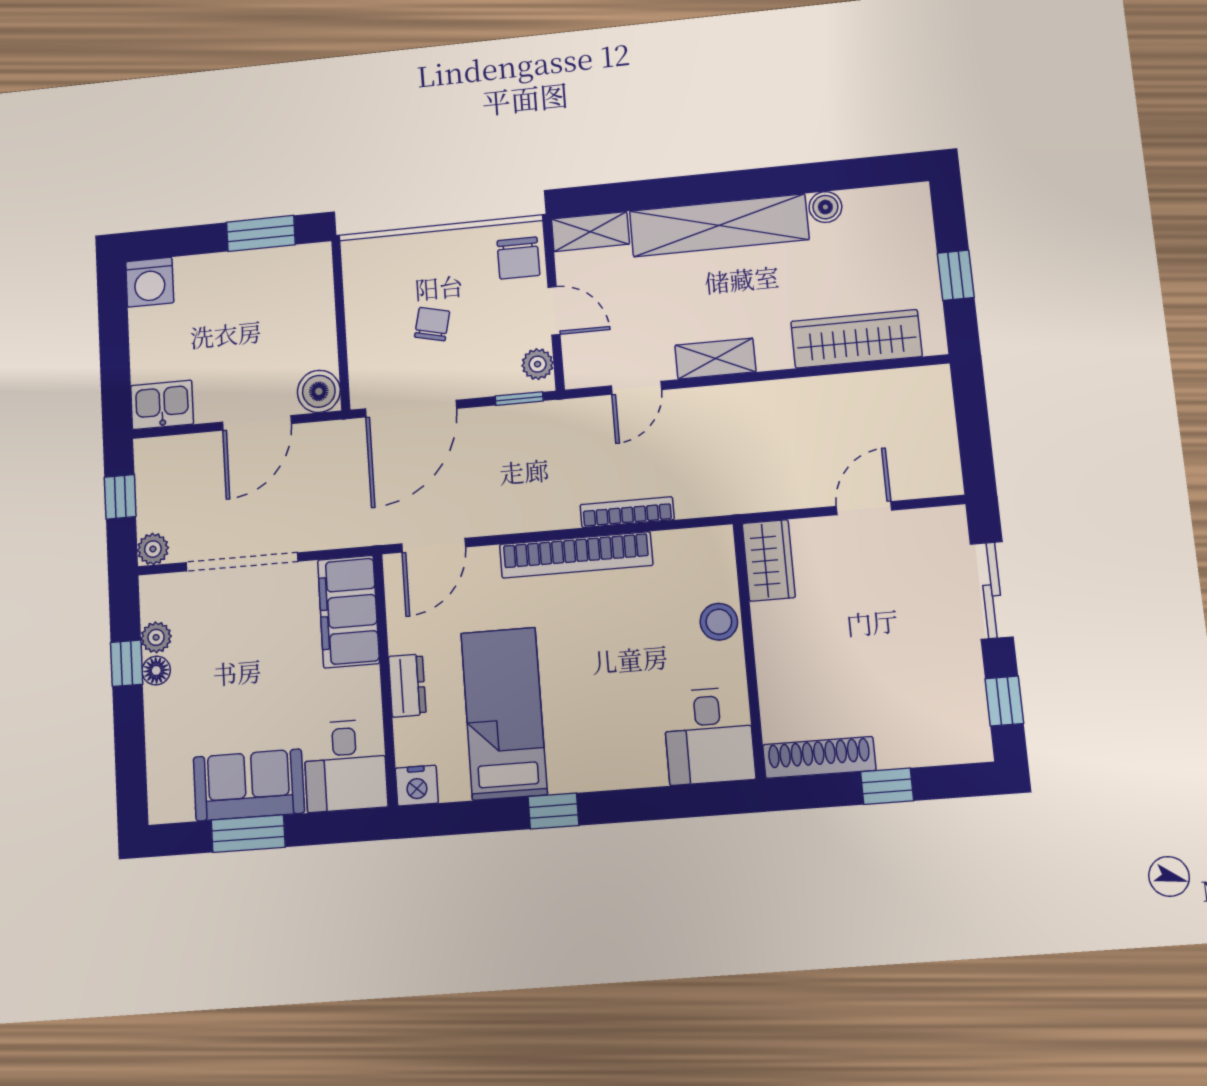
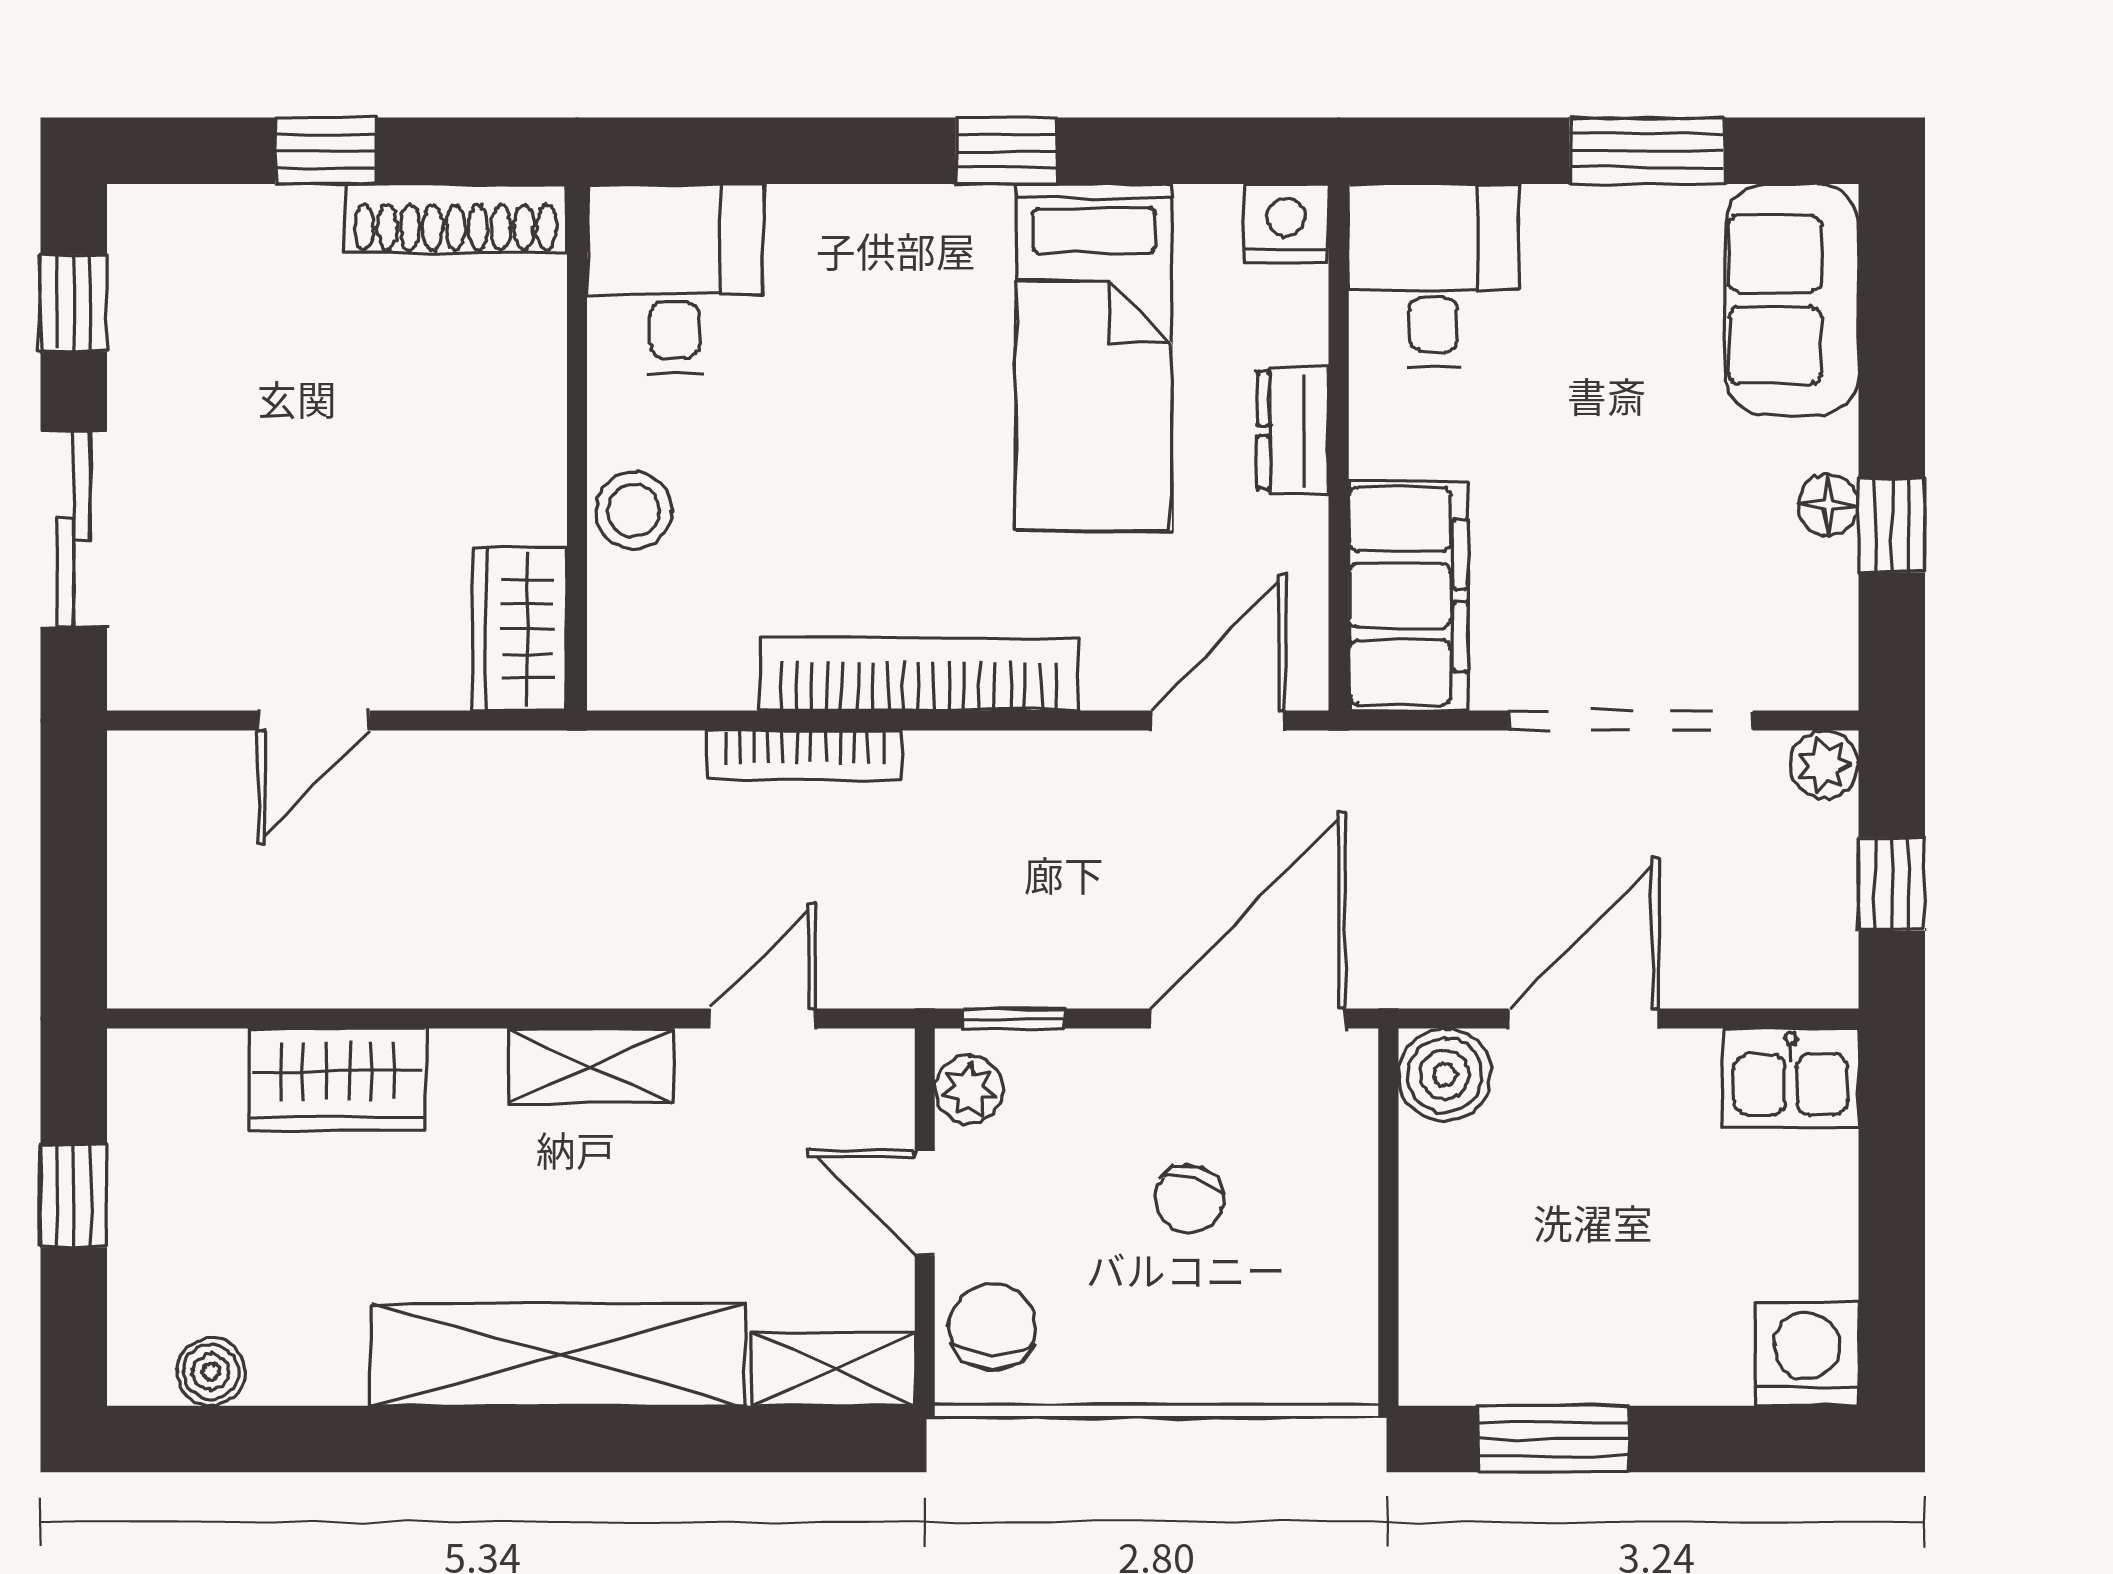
boiler: (825, 207) -> (211, 1372), moved
wardrobe: (856, 339) -> (337, 1080), width x0.67
plant: (156, 637) -> (1825, 575), removed
sofa: (249, 785) -> (1792, 299), moved, turned 90

